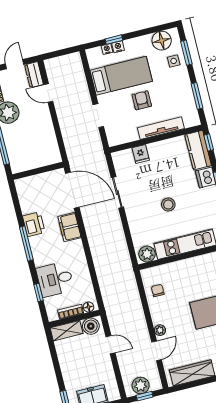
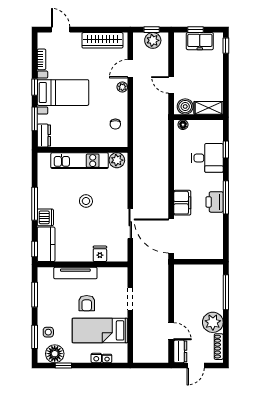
window: (114, 40) -> (63, 365), moved
printer: (34, 224) -> (215, 202), moved
bookcase: (71, 312) -> (201, 124), removed

